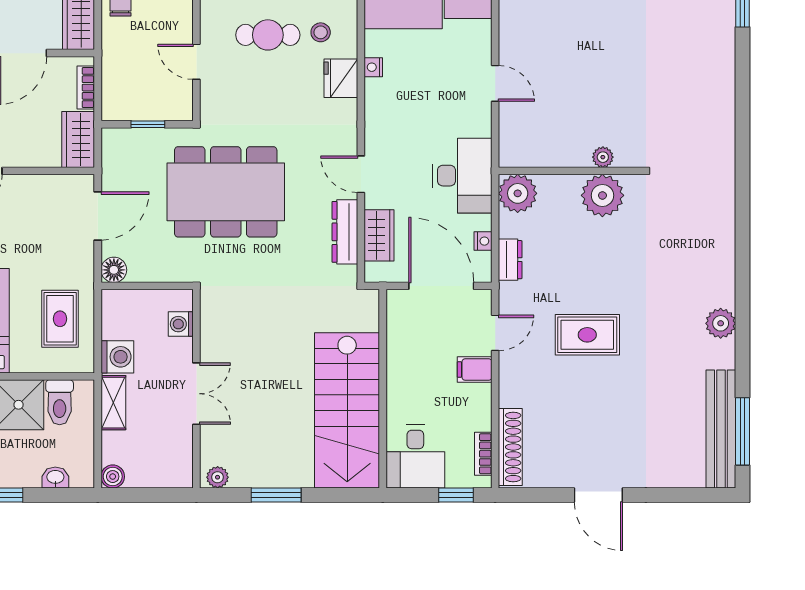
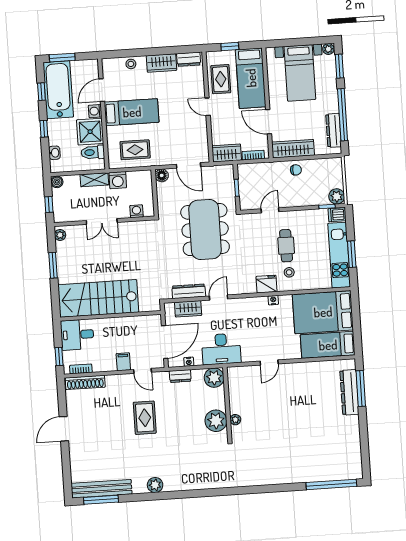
window: (156, 495) -> (49, 204), added

